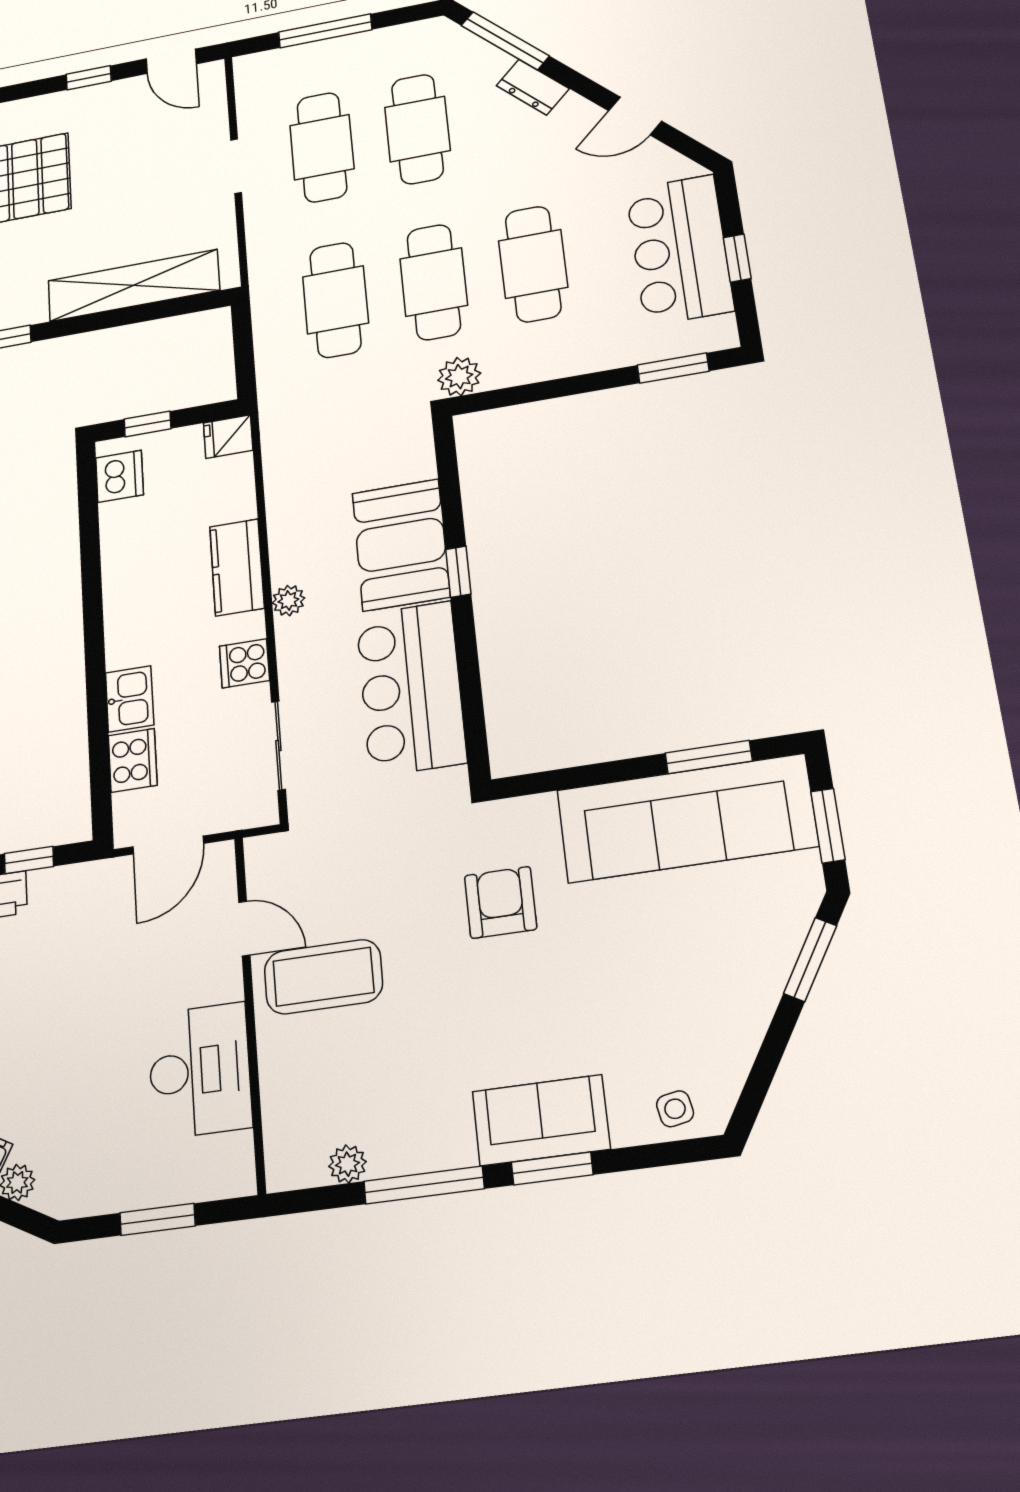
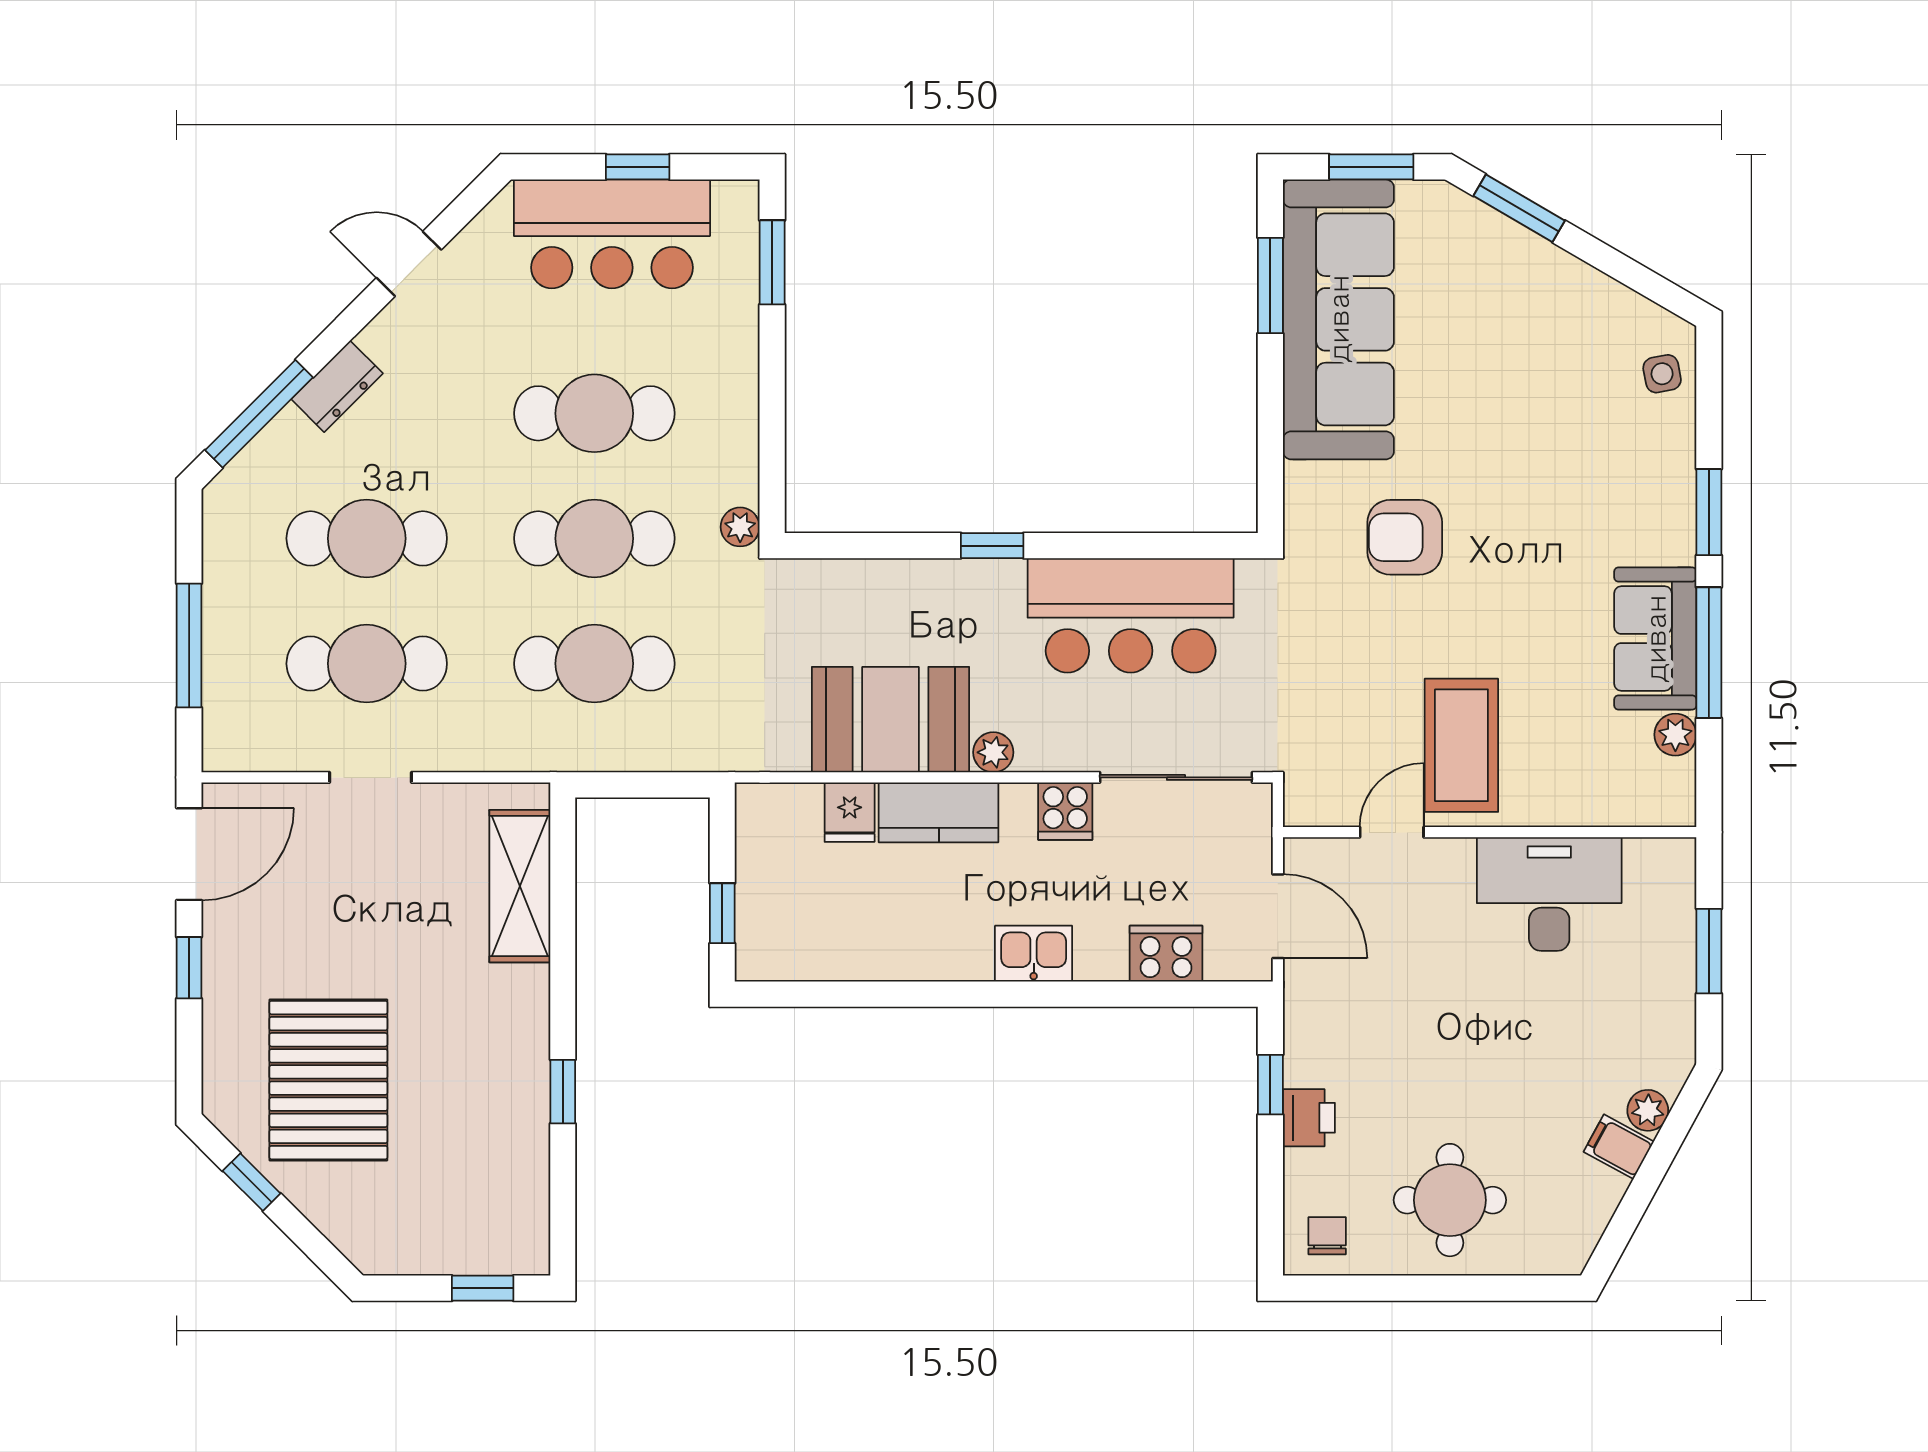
door: (171, 61) -> (189, 854), width x1.38
door: (635, 116) -> (409, 264), swing flipped
shelving: (134, 285) -> (520, 886), width x0.68
plant: (459, 377) -> (740, 527), width x0.73, depth x0.73
fridge: (228, 437) -> (850, 812), moved
dishwasher: (120, 476) -> (788, 952), removed
booth: (401, 545) -> (890, 720), moved
kitchen sink: (130, 699) -> (1034, 954), moved
sliding door: (278, 746) -> (1176, 777), width x1.37
sofa: (541, 1120) -> (1655, 639), moved

